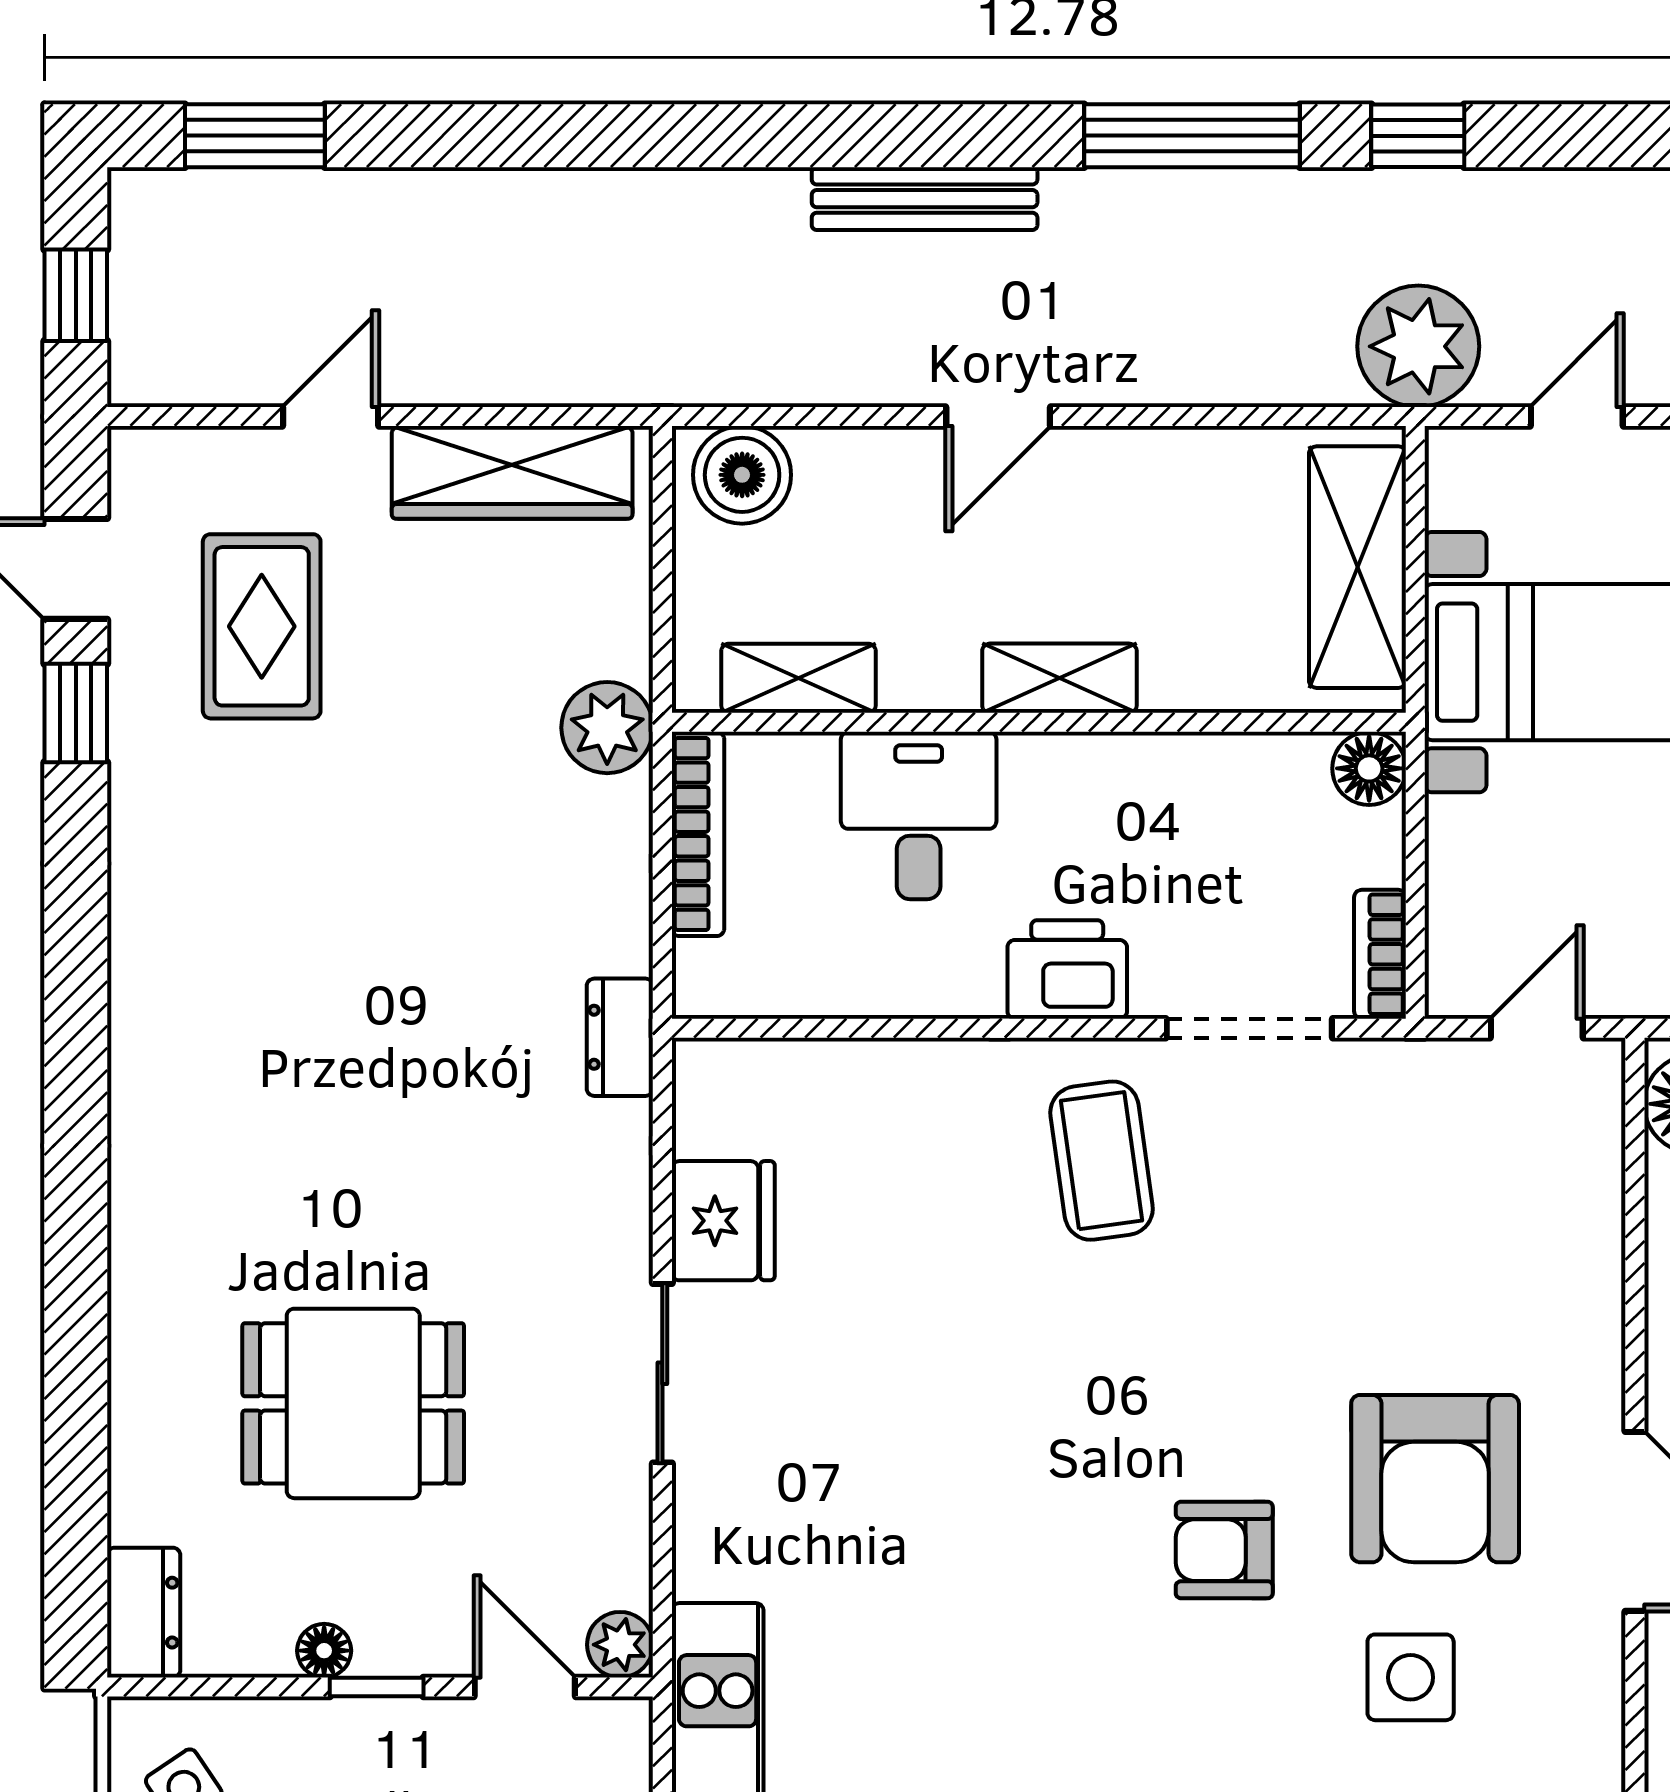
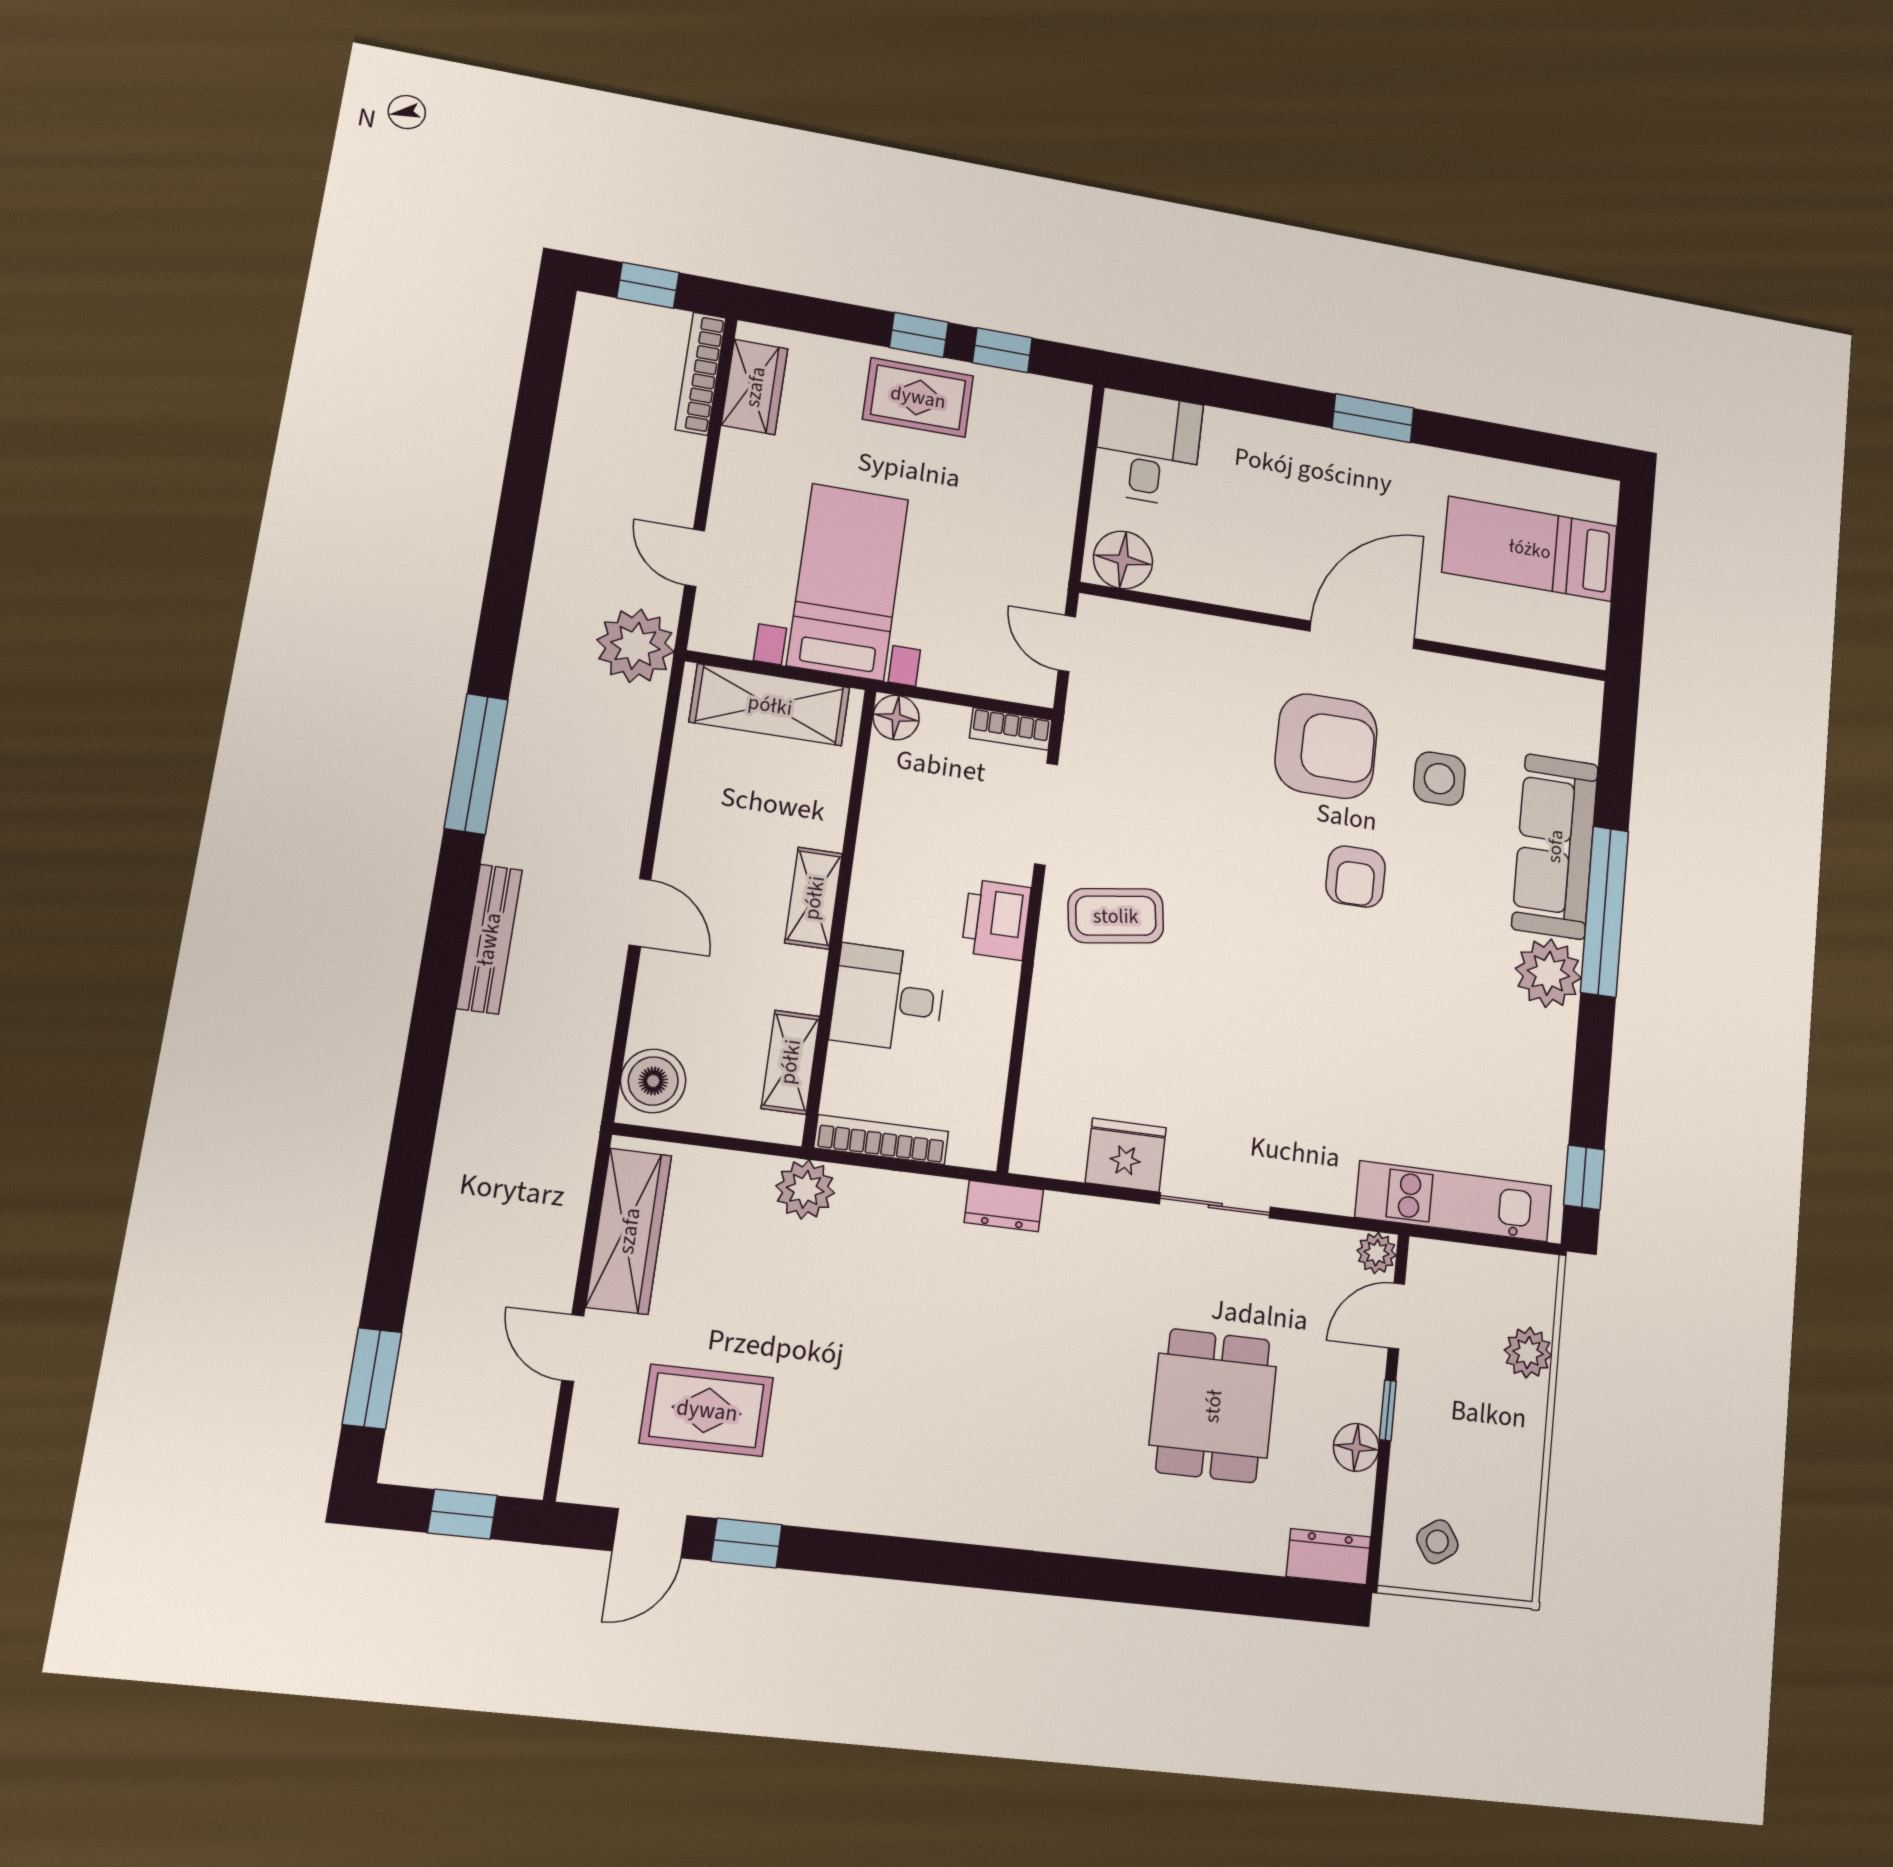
window: (1418, 136) -> (500, 624), removed
floor lamp: (324, 1651) -> (1356, 1447), width x1.37, depth x1.37

